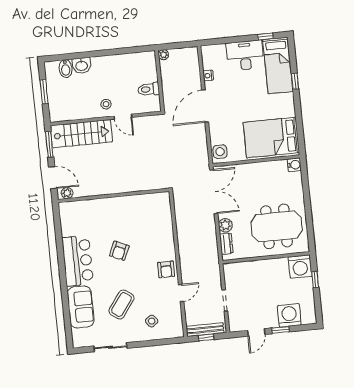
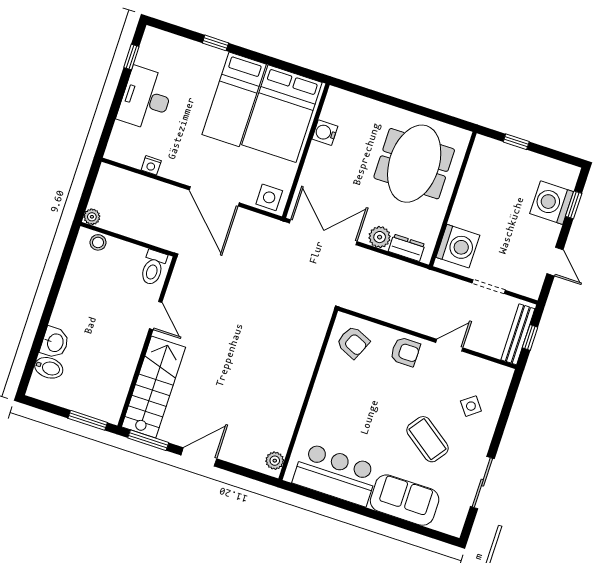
bed: (278, 65) -> (234, 99), moved, turned 90
toilet: (149, 89) -> (153, 268), moved
window: (44, 92) -> (88, 420), moved
stool: (106, 104) -> (98, 242), moved
door: (205, 106) -> (214, 196), moved
door: (123, 117) -> (156, 316), hinge flipped
water cooler: (294, 165) -> (325, 133), moved, turned -90
plant: (67, 193) -> (275, 461), moved
wall: (114, 195) -> (308, 395), moved
armchair: (119, 251) -> (353, 342), moved
washing machine: (300, 267) -> (458, 246), moved
door: (181, 293) -> (449, 345), hinge flipped
window: (280, 330) -> (574, 205), moved

